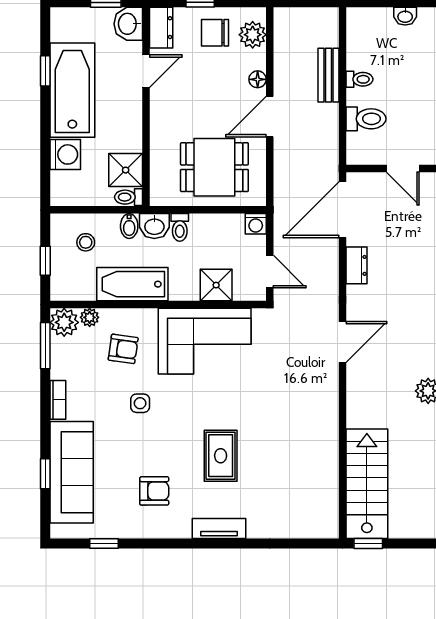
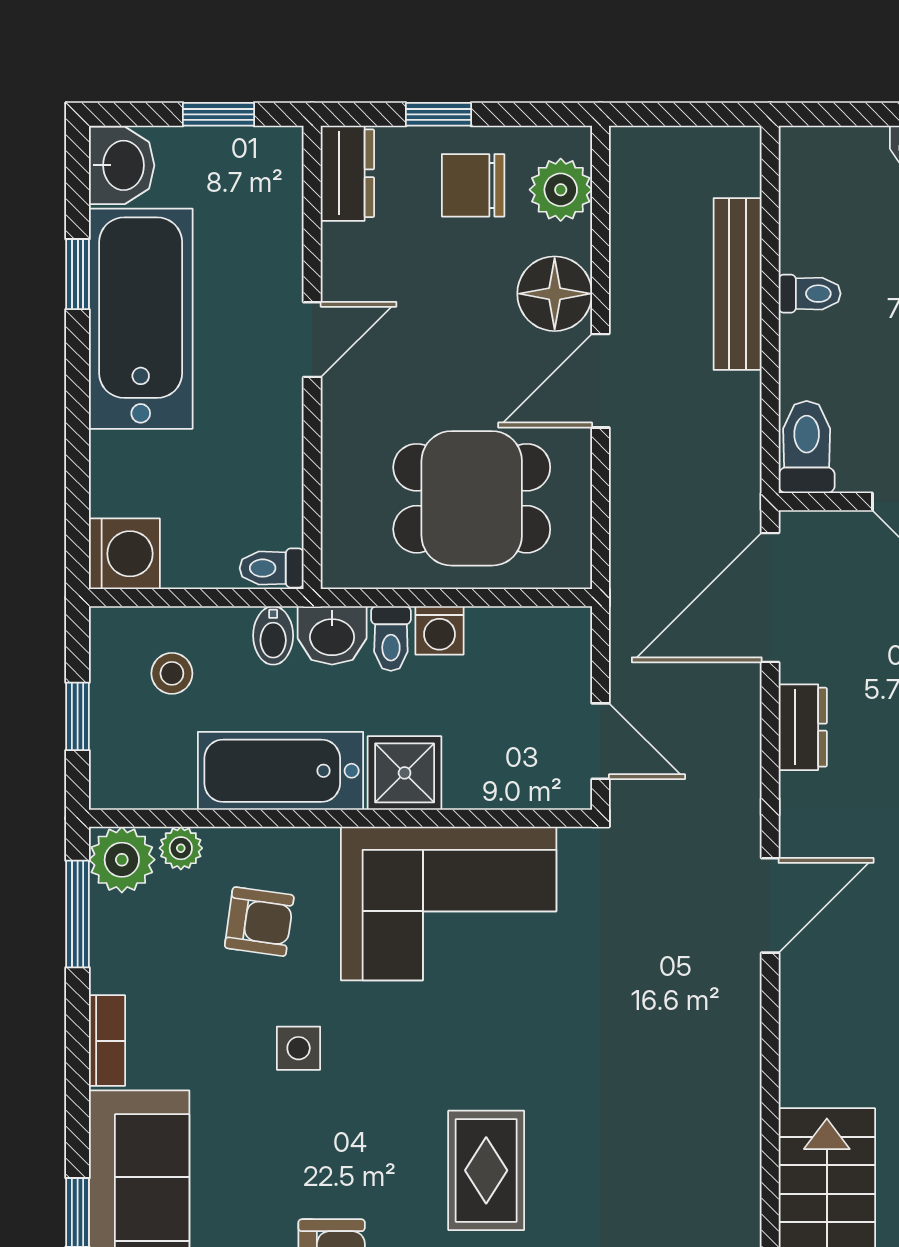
washbasin: (128, 24) -> (122, 165), moved, turned 180
door: (146, 71) -> (312, 340), moved
bench: (329, 75) -> (738, 284), width x1.36
floor lamp: (258, 79) -> (555, 294), width x1.89, depth x1.89
toilet: (366, 119) -> (807, 447), moved, turned -90
washing machine: (65, 154) -> (124, 554), moved
shower: (126, 170) -> (265, 505), removed
washing machine: (256, 224) -> (440, 630), moved
shower: (216, 285) -> (405, 773), moved

